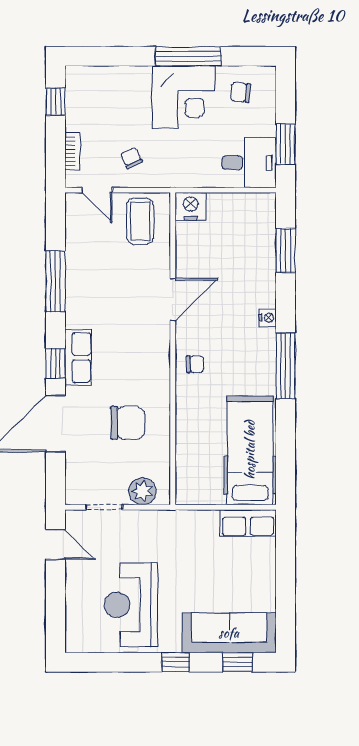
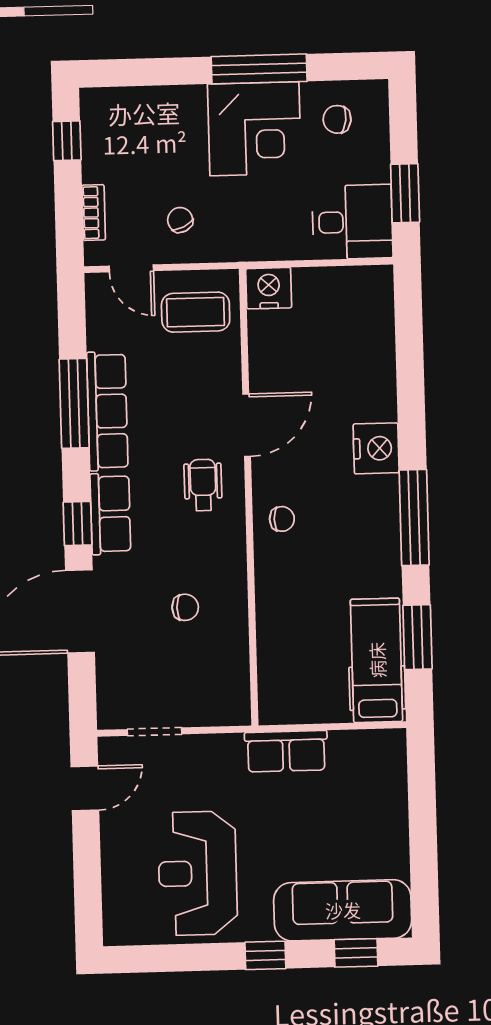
coffee table: (140, 221) -> (196, 312), turned 90
window: (286, 250) -> (417, 637), moved
row of seats: (78, 287) -> (107, 411), added
nightstand: (268, 318) -> (376, 448), width x1.89, depth x1.79
wheelchair: (142, 340) -> (203, 485), added
chair: (127, 423) -> (185, 607), width x0.54, depth x0.54
hospital bed: (250, 450) -> (377, 660), width x0.73, depth x0.78
plant: (142, 491) -> (210, 707), removed
row of seats: (248, 523) -> (286, 751), moved
door: (55, 545) -> (85, 788), hinge flipped

